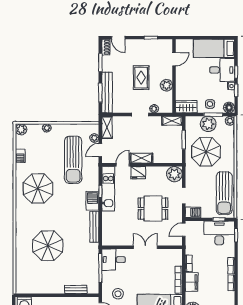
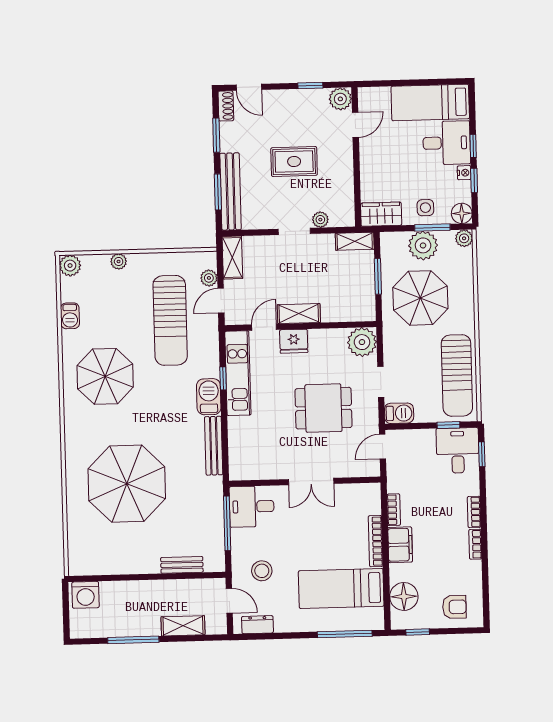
rug: (141, 78) -> (294, 162), turned 90
plant: (167, 85) -> (340, 99), moved
desk: (219, 233) -> (458, 450), width x0.73
parasol: (48, 246) -> (127, 484), width x1.36, depth x1.36
double door: (145, 247) -> (311, 481), swing flipped

